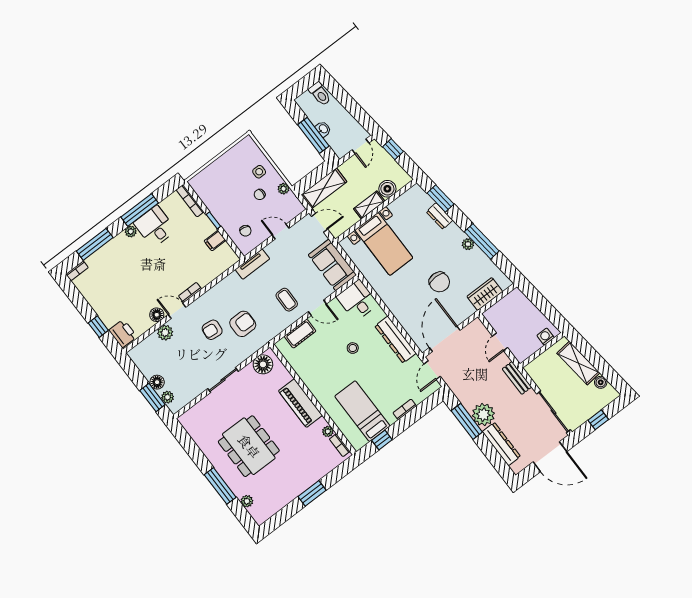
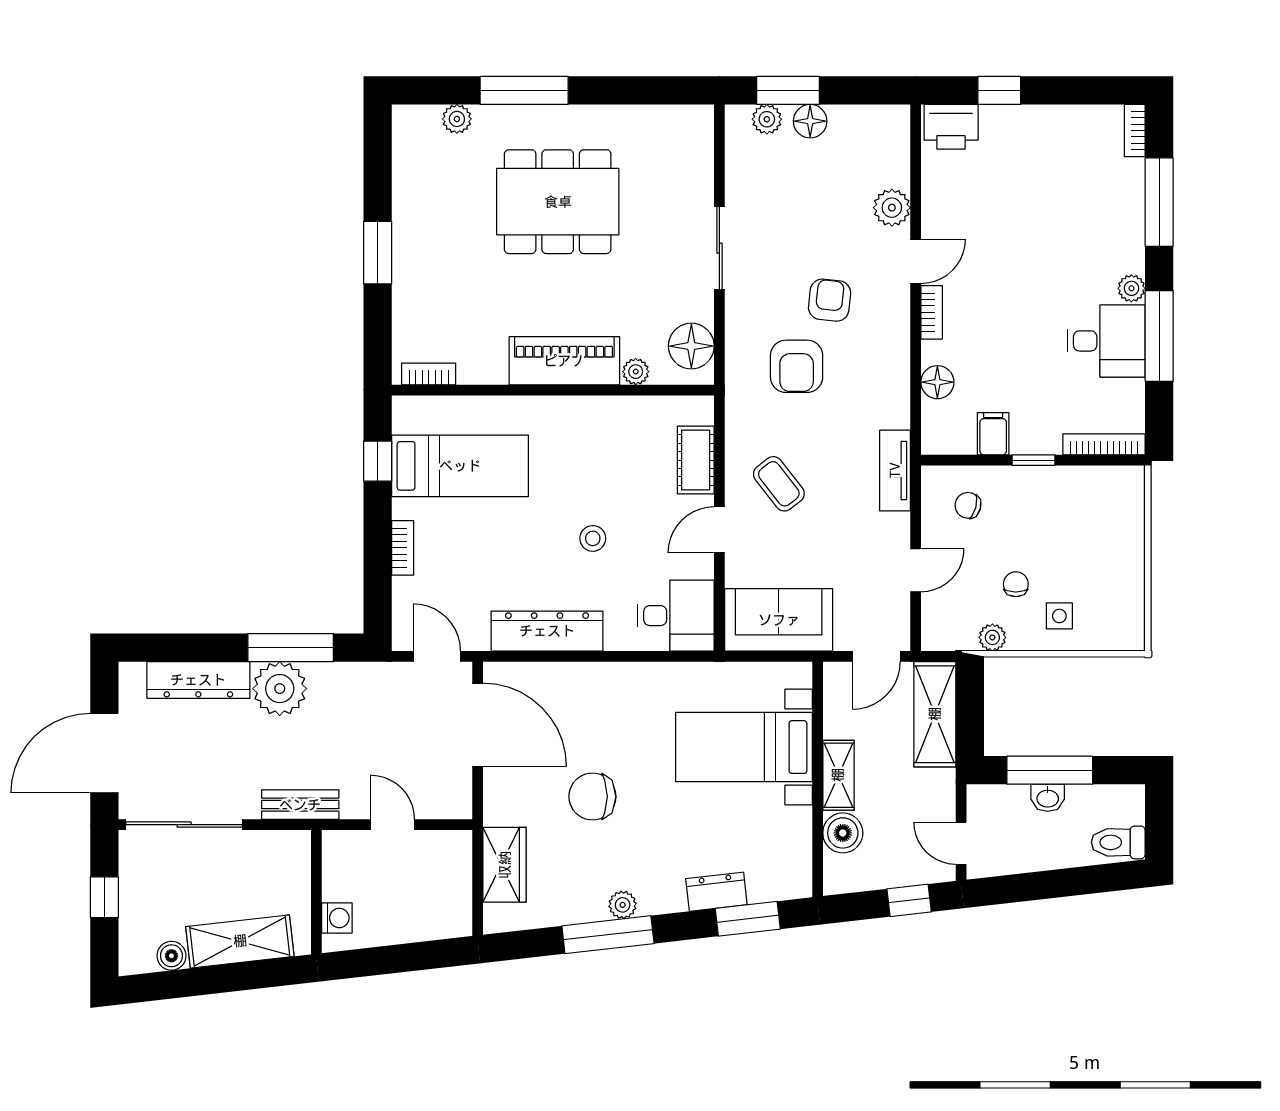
coffee table: (287, 300) -> (779, 484), turned 51
floor lamp: (157, 315) -> (937, 382), moved
plant: (328, 431) -> (636, 372), moved

